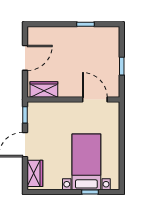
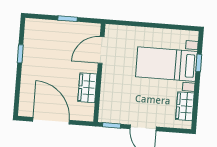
door: (25, 58) -> (51, 121), width x1.36
wardrobe: (44, 90) -> (87, 88), moved
wardrobe: (35, 173) -> (185, 106), moved, turned -90

